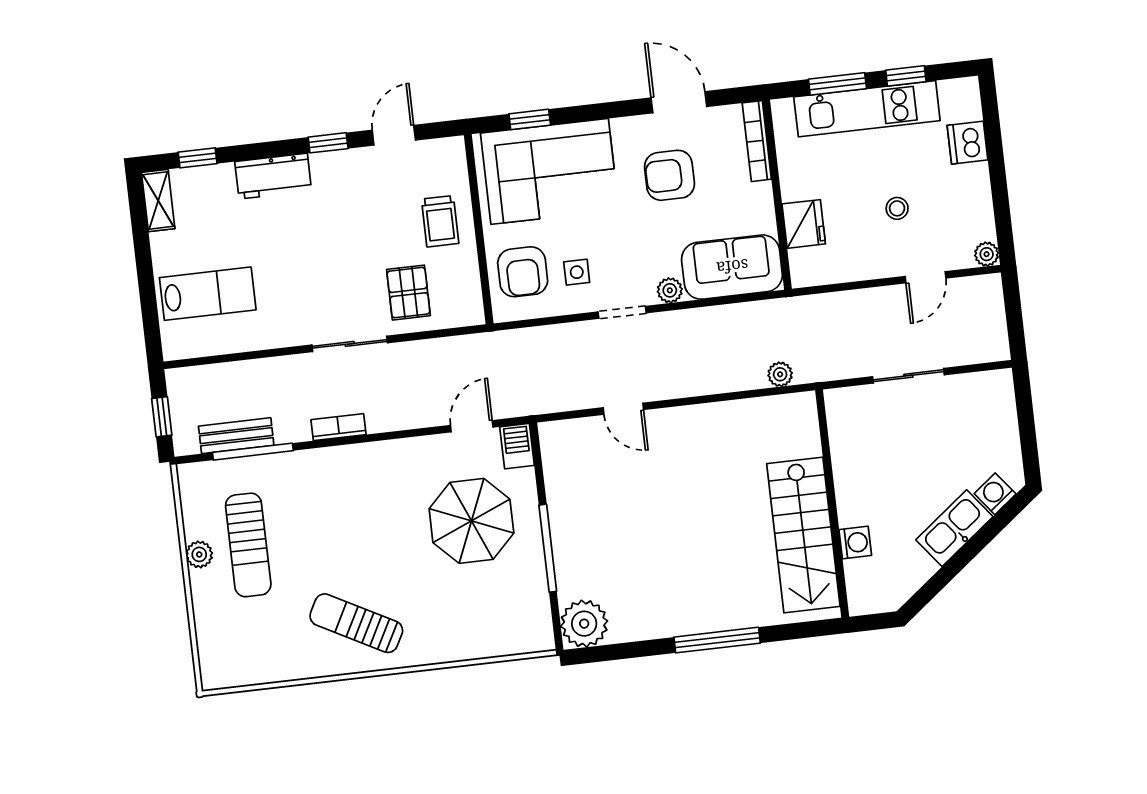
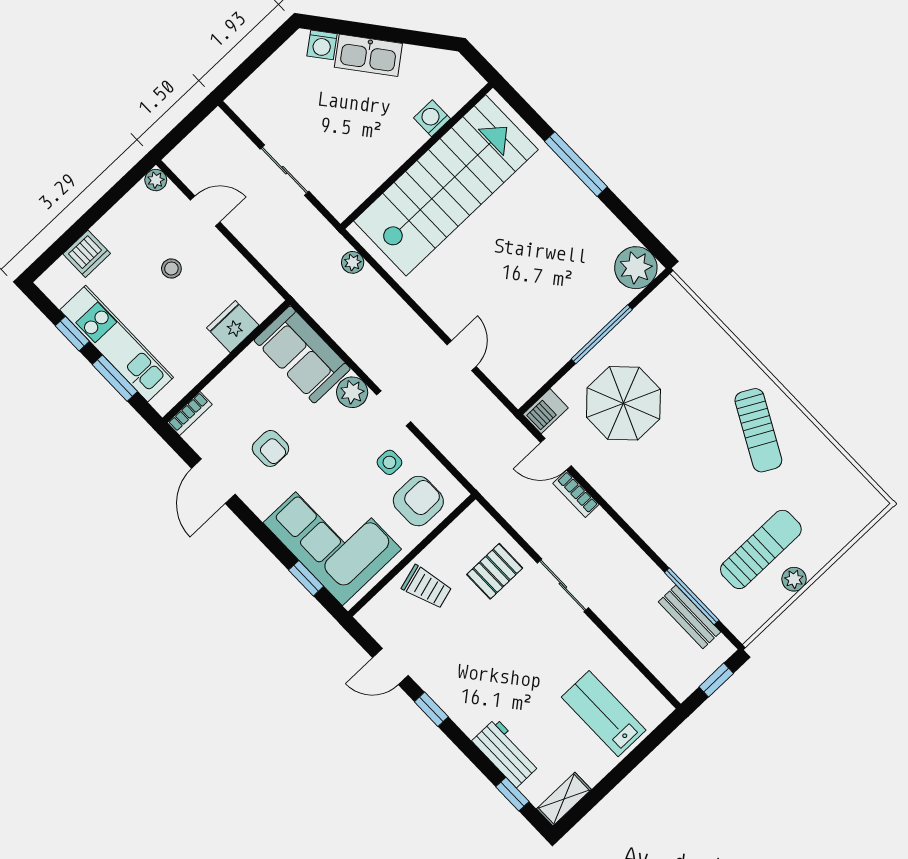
bookcase: (757, 141) -> (190, 413), width x0.64
armchair: (669, 175) -> (270, 448), width x0.72, depth x0.72
workbench: (273, 176) -> (506, 753), moved
trolley: (440, 221) -> (427, 587), turned 74
plant: (670, 290) -> (352, 392), width x1.38, depth x1.38
bookcase: (338, 427) -> (576, 494), moved
stairs: (803, 535) -> (446, 185), width x1.36, depth x1.51

